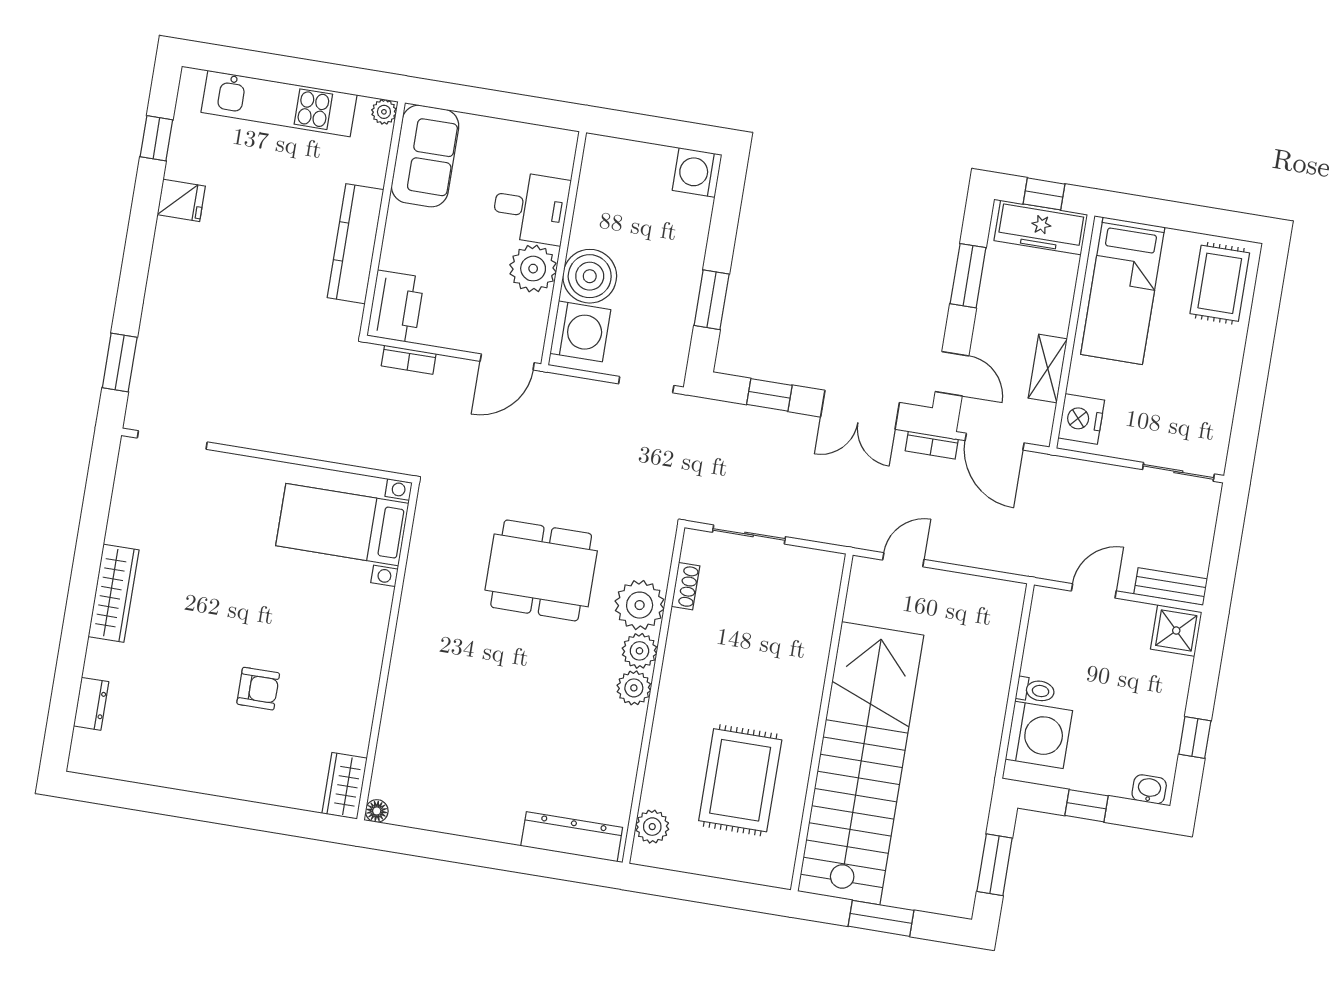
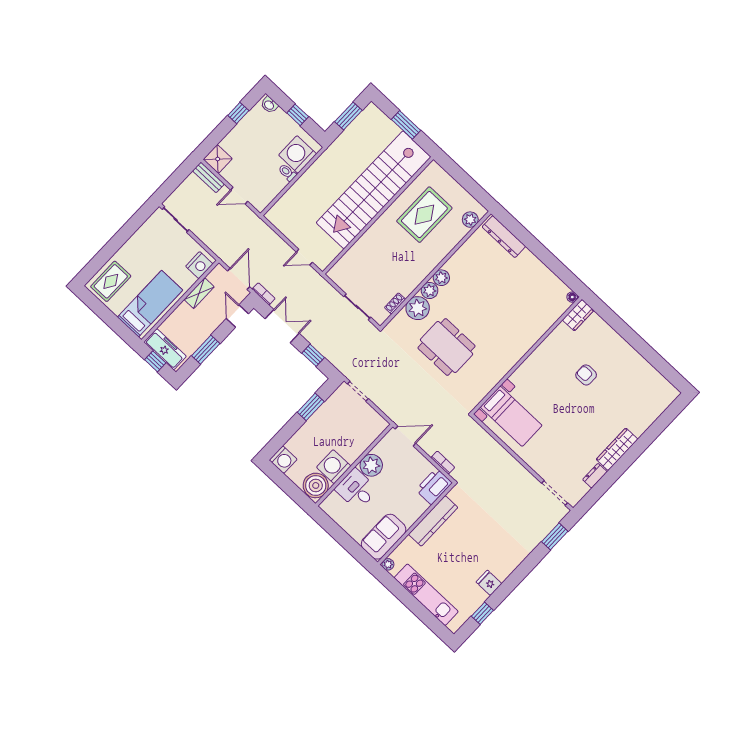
boiler: (590, 276) -> (316, 485), moved
washing machine: (580, 331) -> (334, 467), moved
dresser: (91, 704) -> (595, 476), moved

